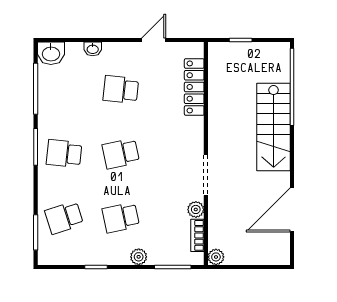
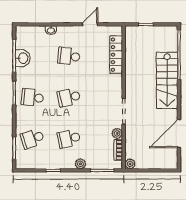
washbasin: (51, 53) -> (23, 58), moved, turned -90

